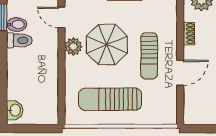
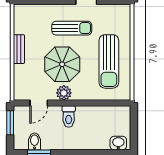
bidet: (17, 25) -> (34, 141), moved
toilet: (19, 40) -> (69, 117), moved, turned 180

